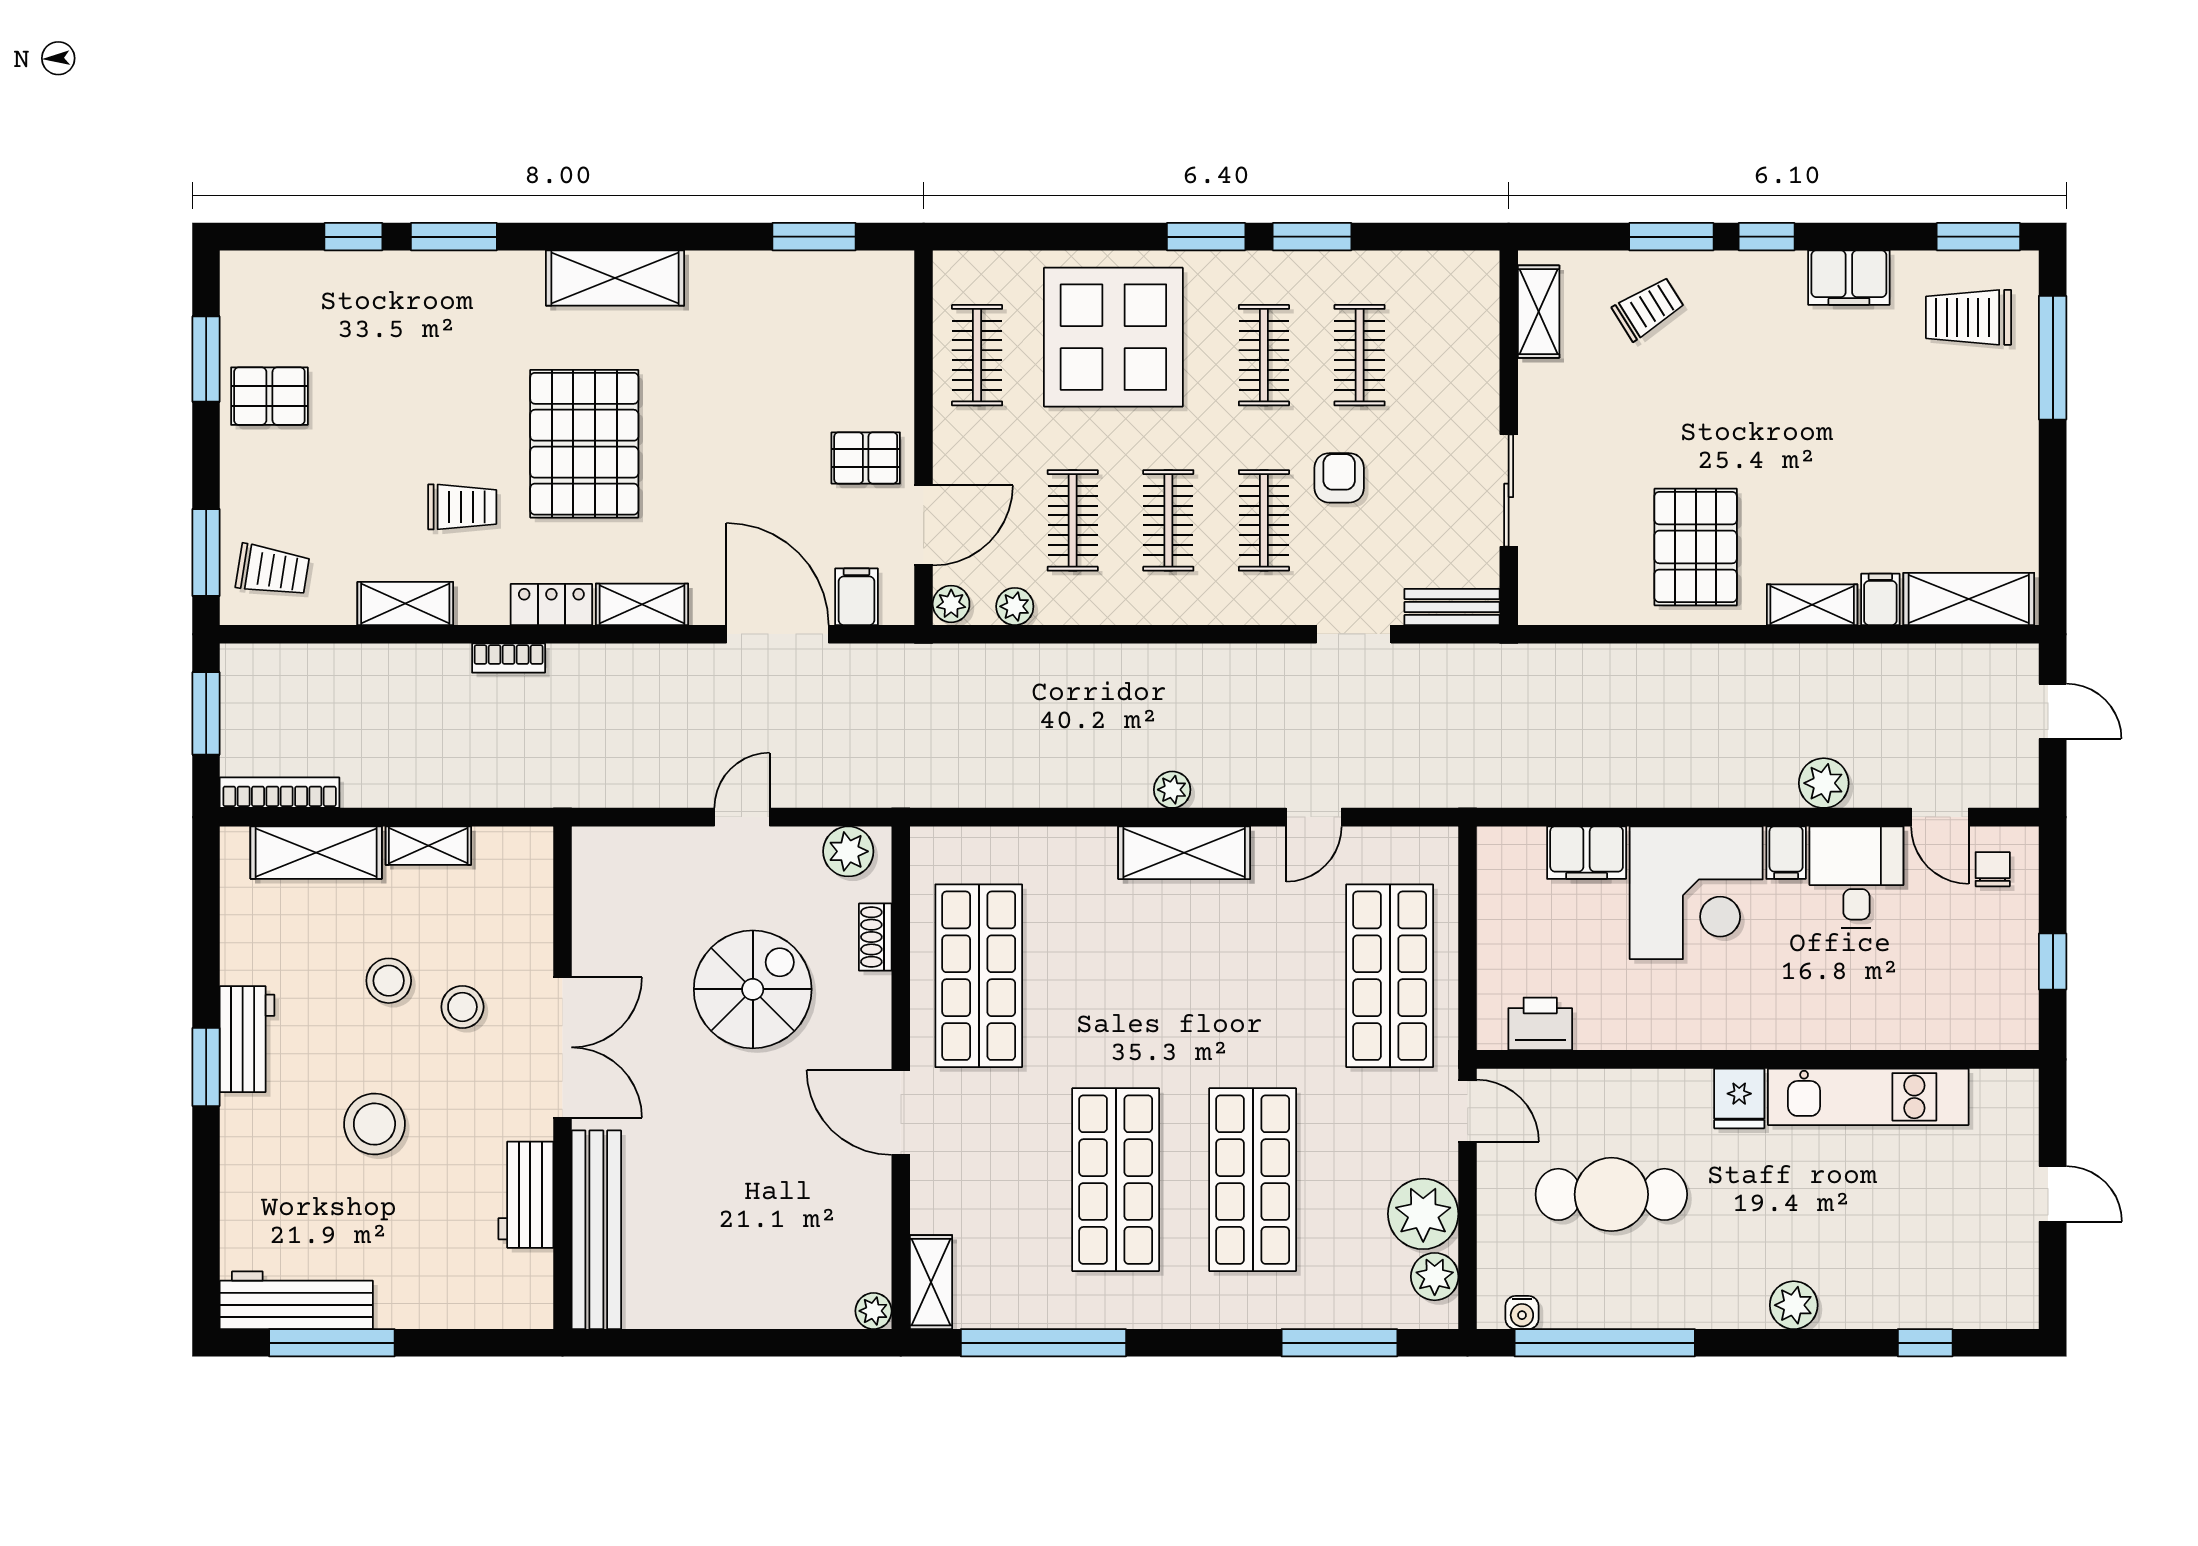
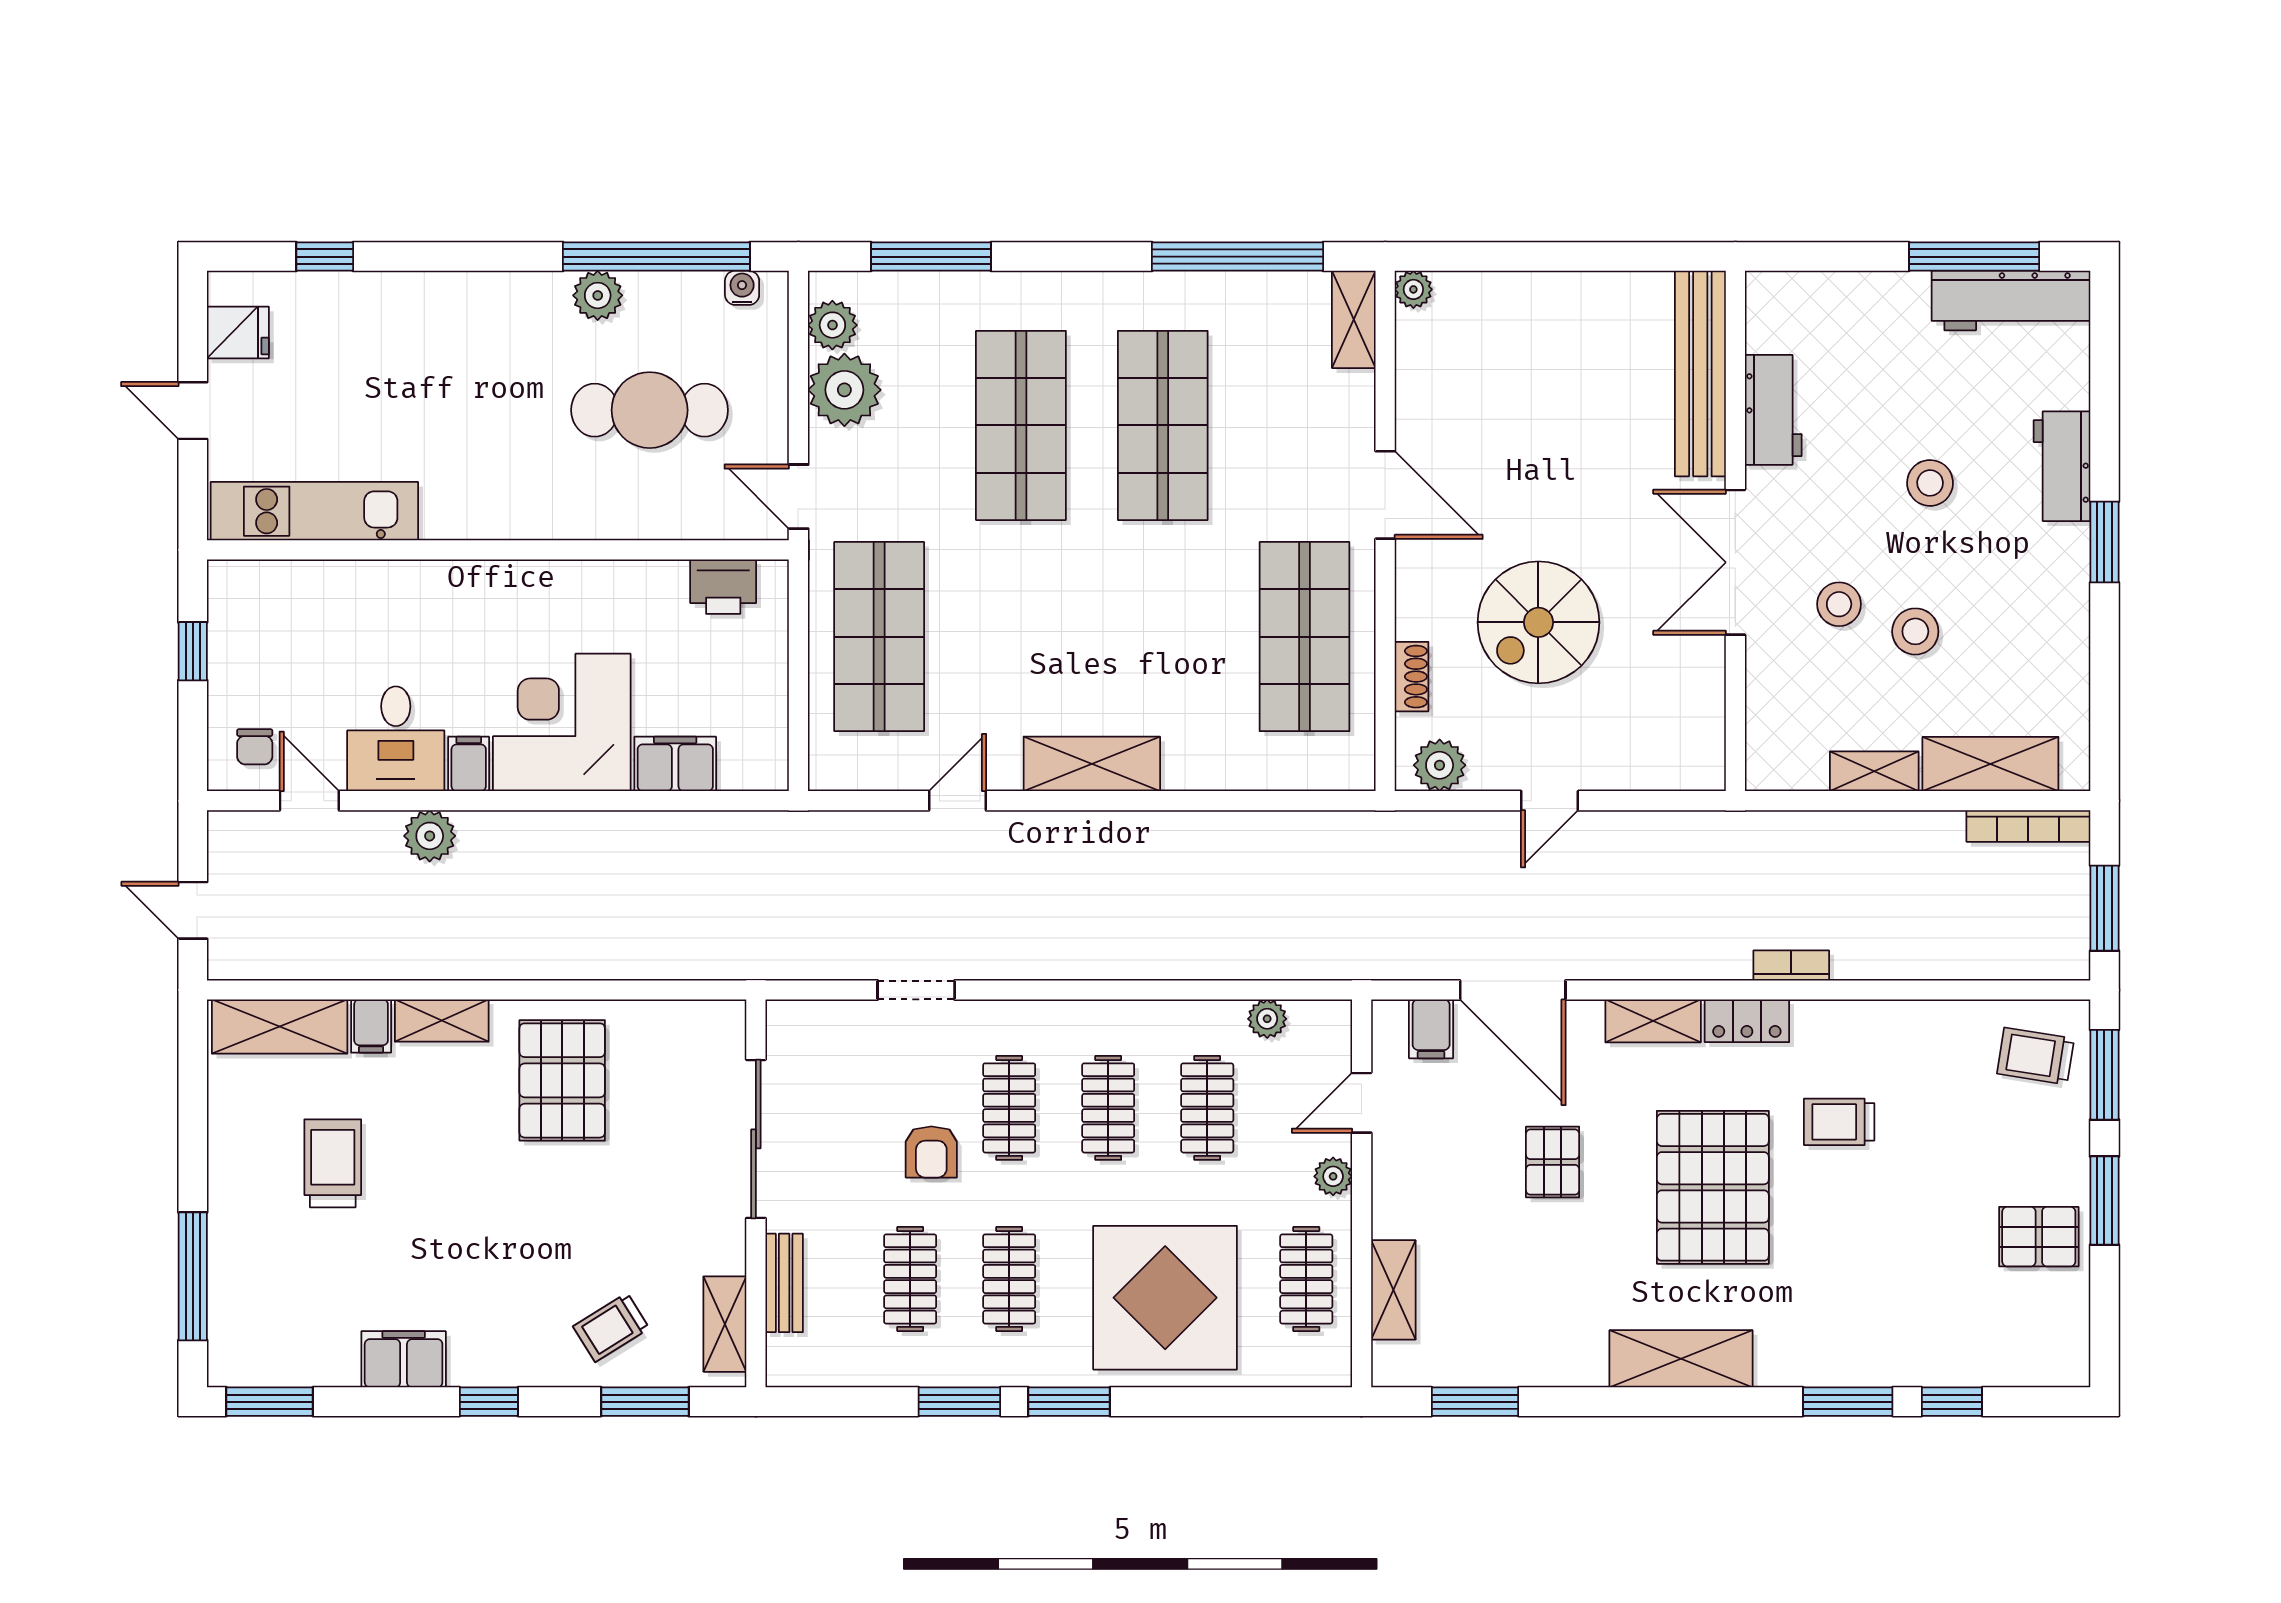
window: (1671, 237) -> (645, 1402), moved
trolley: (1968, 317) -> (333, 1163), moved, turned -90
window: (206, 359) -> (2104, 1201), moved
pallet: (866, 458) -> (1553, 1162), moved, turned 90
sliding door: (1509, 490) -> (756, 1139), width x1.37
door: (924, 525) -> (1362, 1103), width x0.73
shelving: (405, 604) -> (1393, 1290), moved, turned 90
plant: (951, 604) -> (1333, 1176), moved
bench: (1452, 607) -> (784, 1283), moved, turned 90
plant: (1172, 790) -> (1104, 829), removed
workbench: (247, 1039) -> (2062, 466), moved
kitchen unit: (1868, 1097) -> (314, 511), moved
fridge: (1739, 1098) -> (238, 332), moved, turned 90
stool: (374, 1124) -> (1930, 483), width x0.73, depth x0.73
plant: (1794, 1305) -> (598, 295), moved

